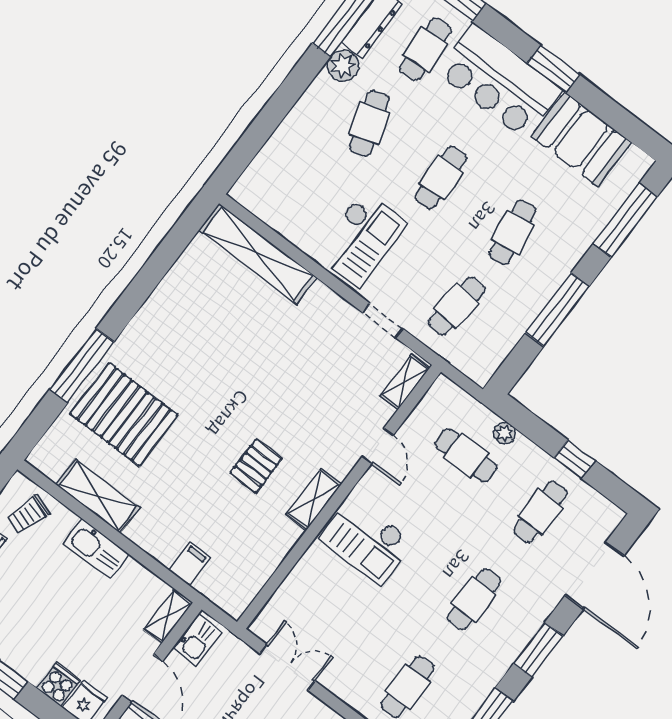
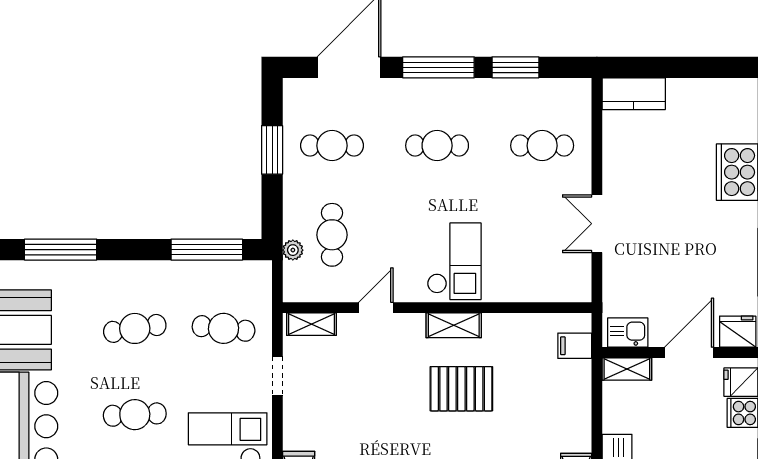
window: (557, 310) -> (207, 250), moved
plant: (504, 433) -> (293, 250), moved
window: (575, 459) -> (272, 150), width x1.50
pallet: (256, 466) -> (461, 389), width x1.50, depth x1.42
filing cabinet: (189, 564) -> (575, 346), moved
window: (538, 650) -> (438, 67), width x1.44
double door: (287, 667) -> (597, 224), moved

